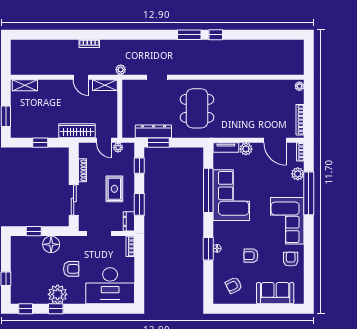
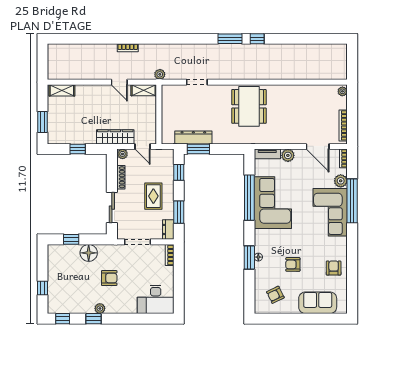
dining table: (197, 108) -> (249, 106), moved
plant: (118, 147) -> (123, 154), moved
corner sofa: (287, 221) -> (330, 212), moved
desk: (110, 286) -> (156, 299), width x0.73, depth x0.77
plant: (58, 294) -> (100, 308), width x0.53, depth x0.53

